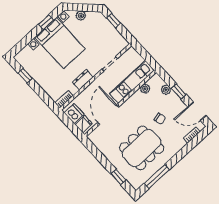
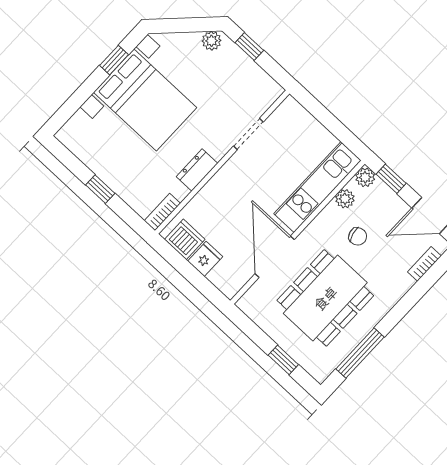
plant: (81, 16) -> (212, 41), moved
window: (25, 76) -> (100, 189), moved
kitchen unit: (132, 82) -> (318, 187), moved
plant: (145, 89) -> (345, 199), moved
wall: (120, 104) -> (297, 232), moved
door: (108, 115) -> (275, 257), moved

